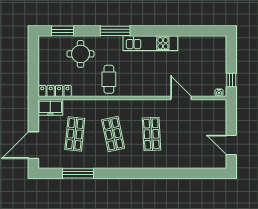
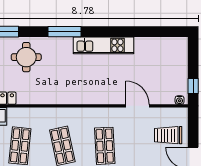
cafe table: (109, 79) -> (58, 85), removed
trolley: (209, 124) -> (168, 135), added

